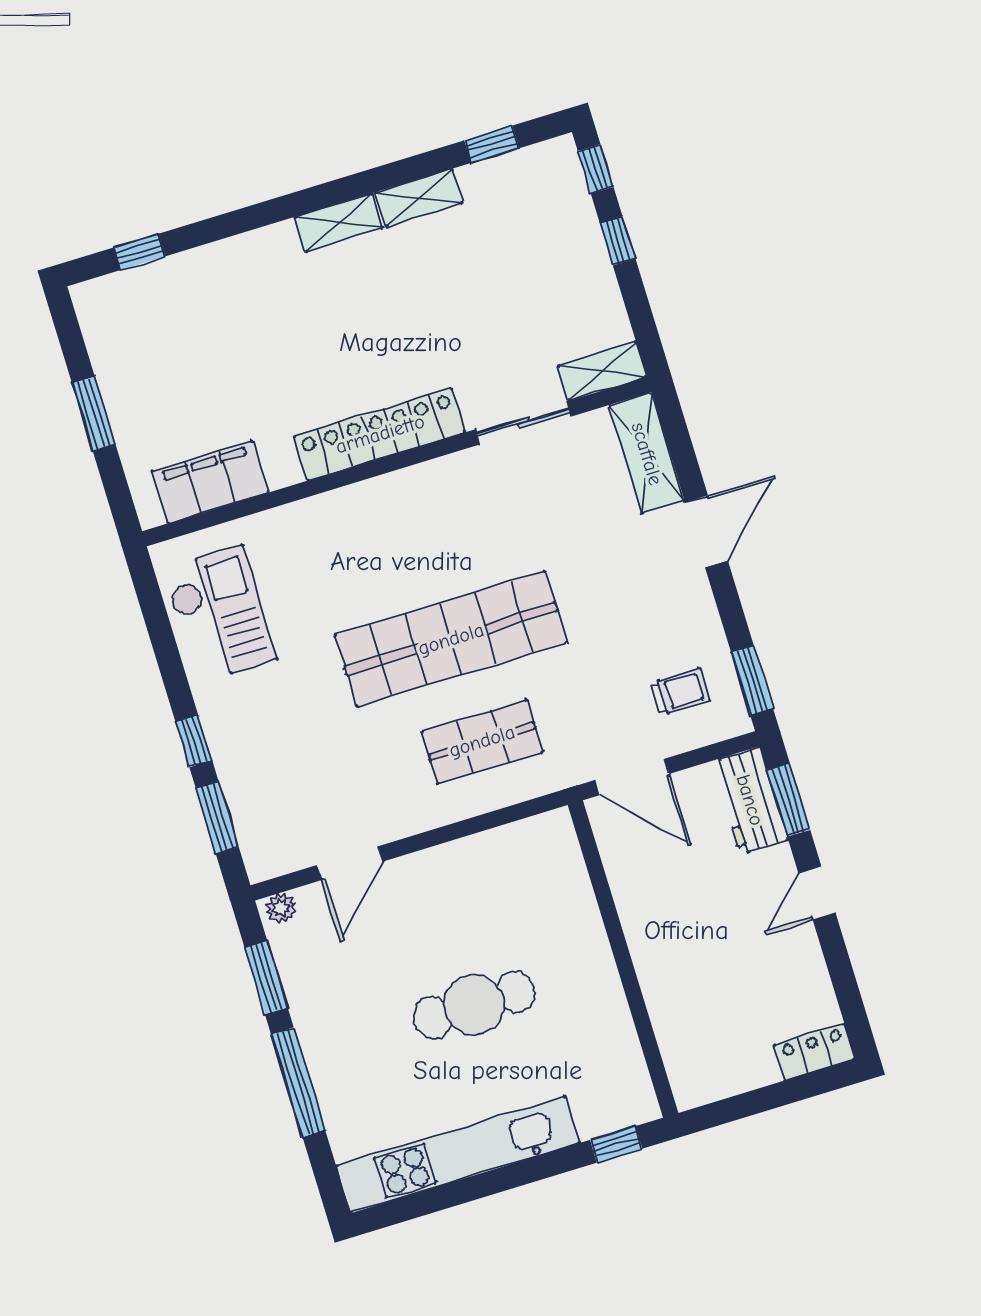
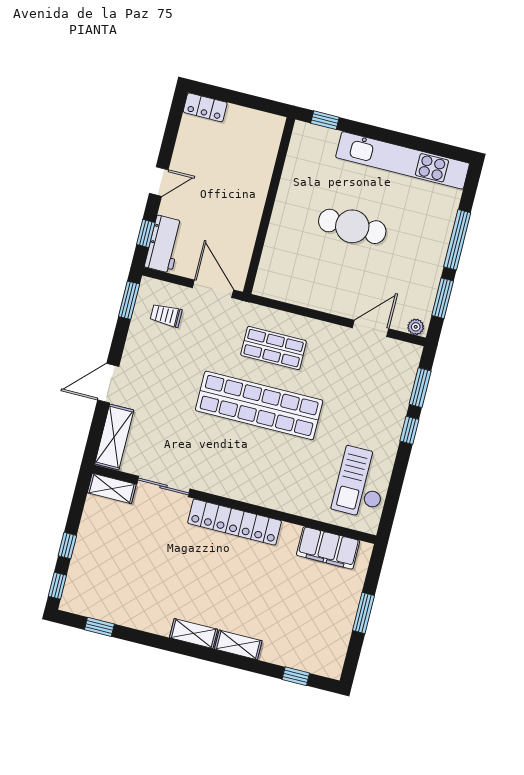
shelving: (419, 198) -> (238, 645), moved
window: (789, 800) -> (146, 234), width x0.67

